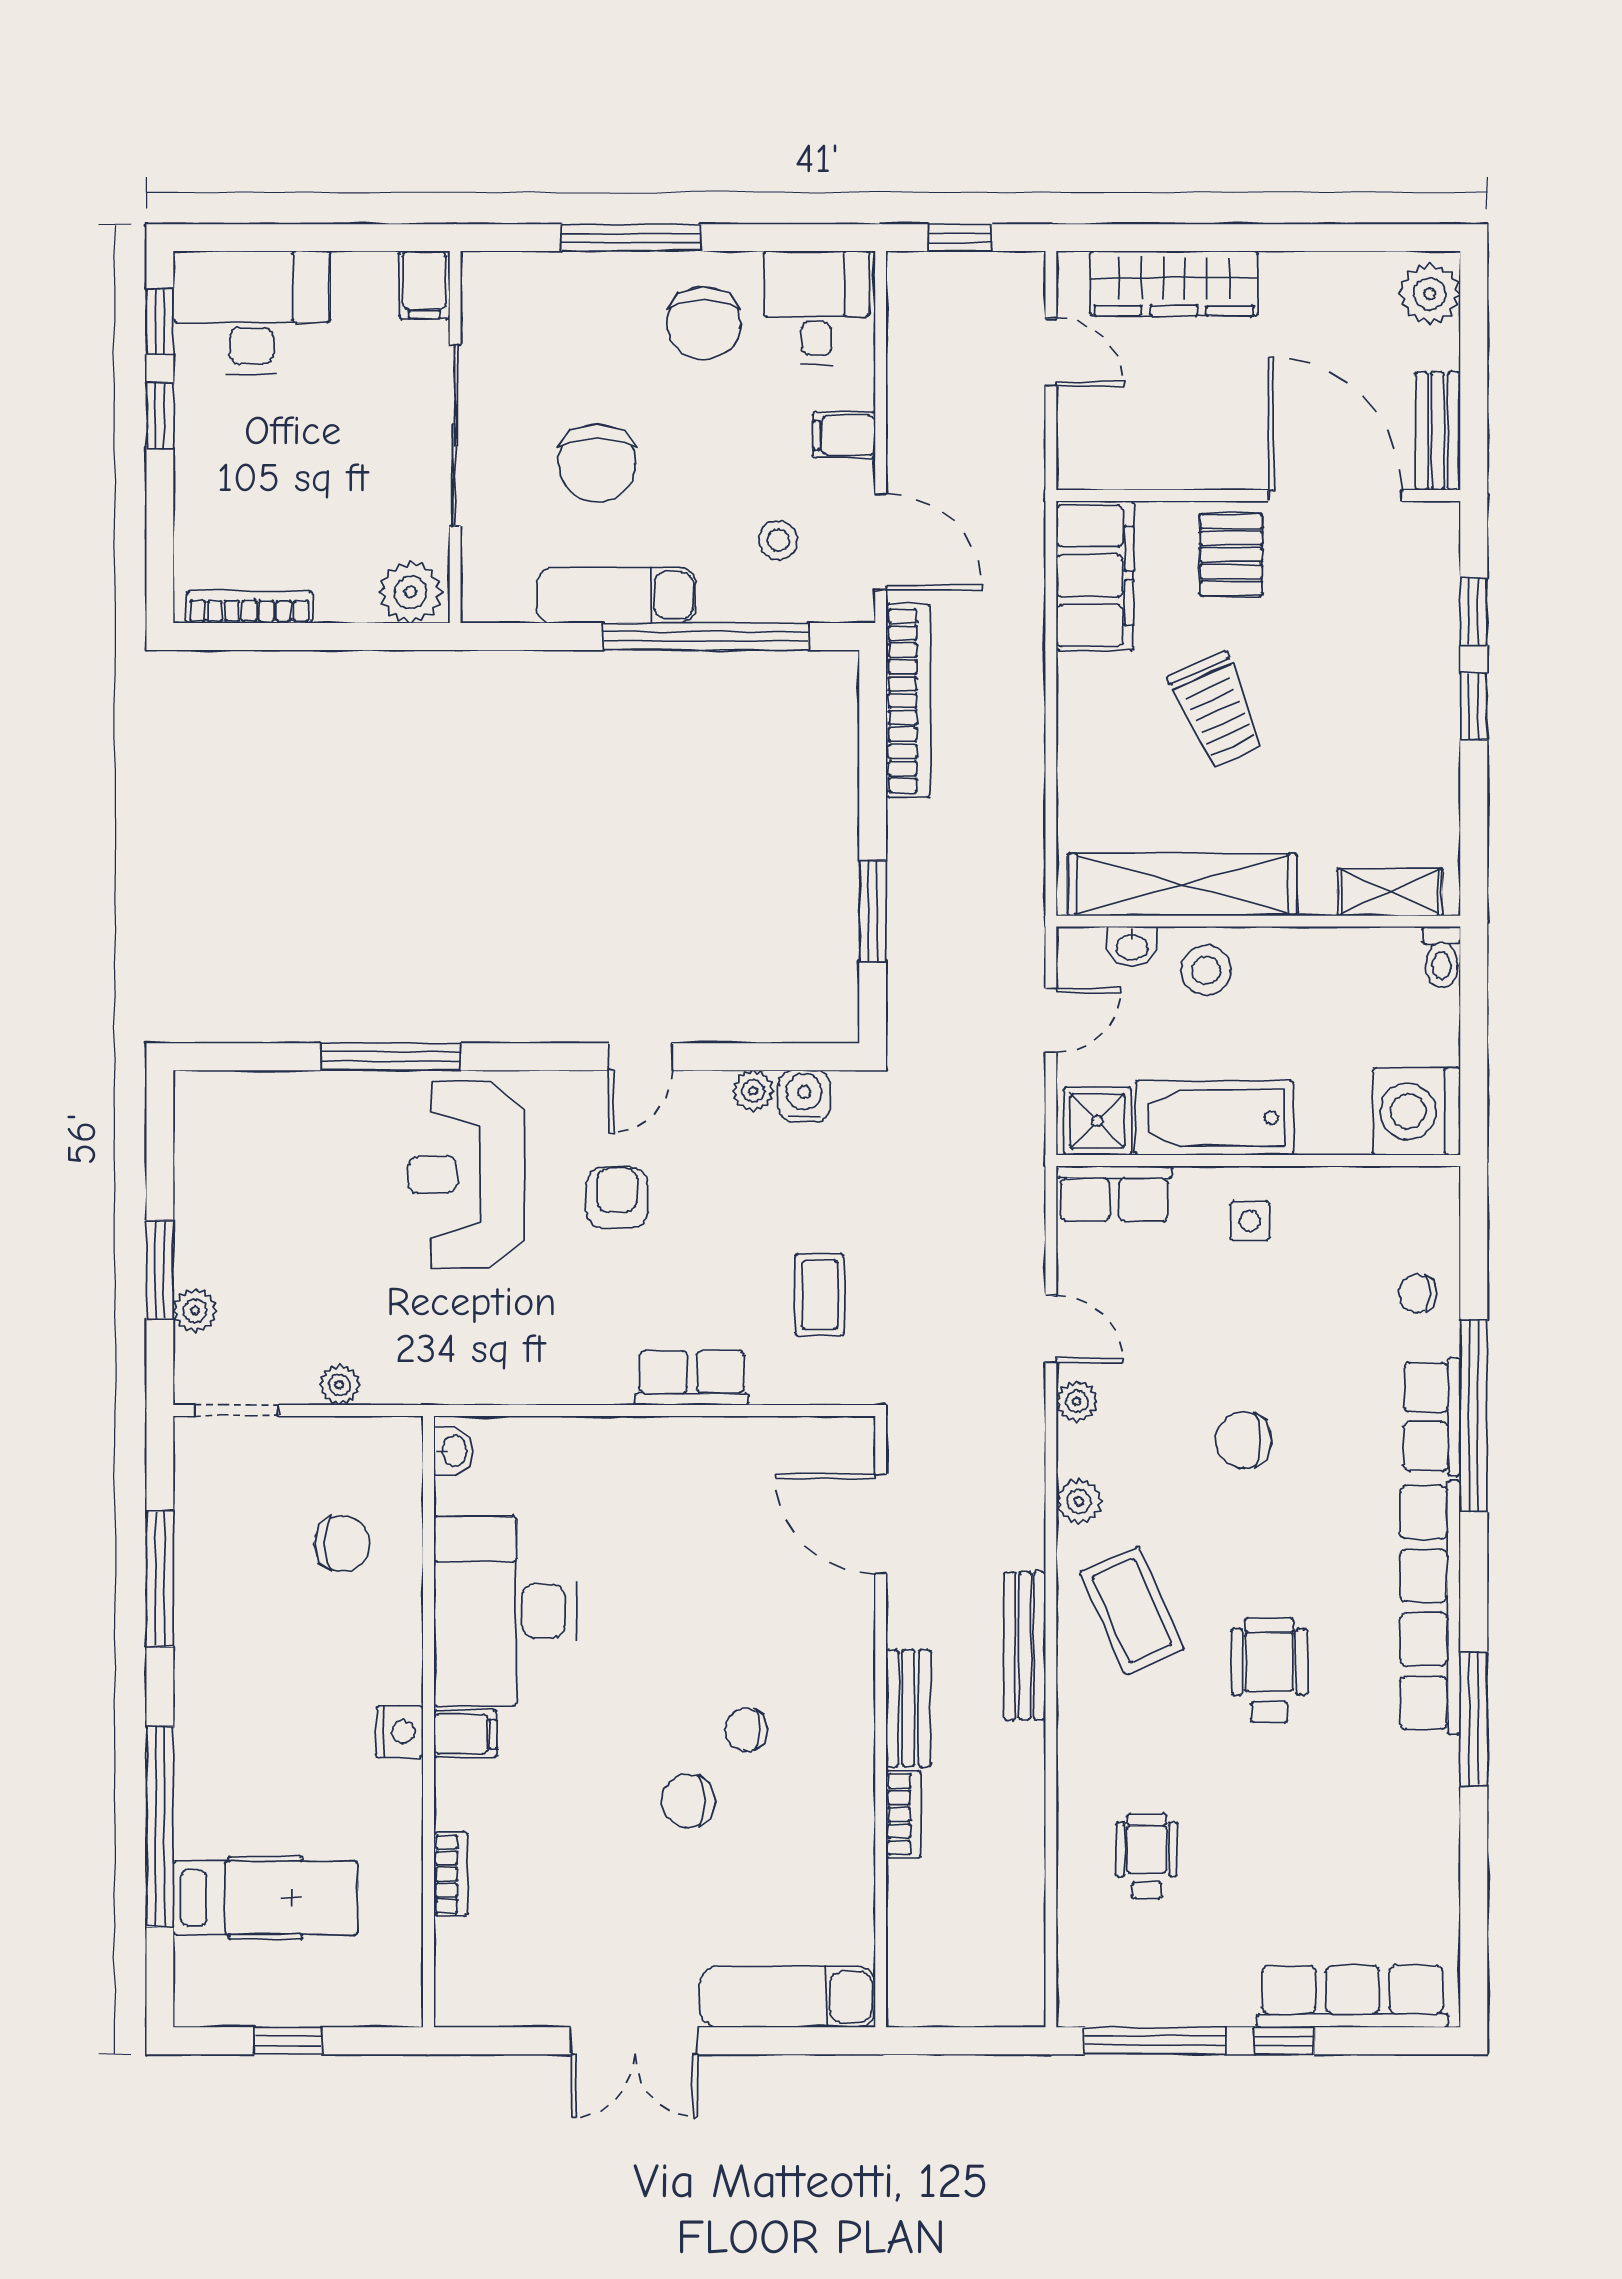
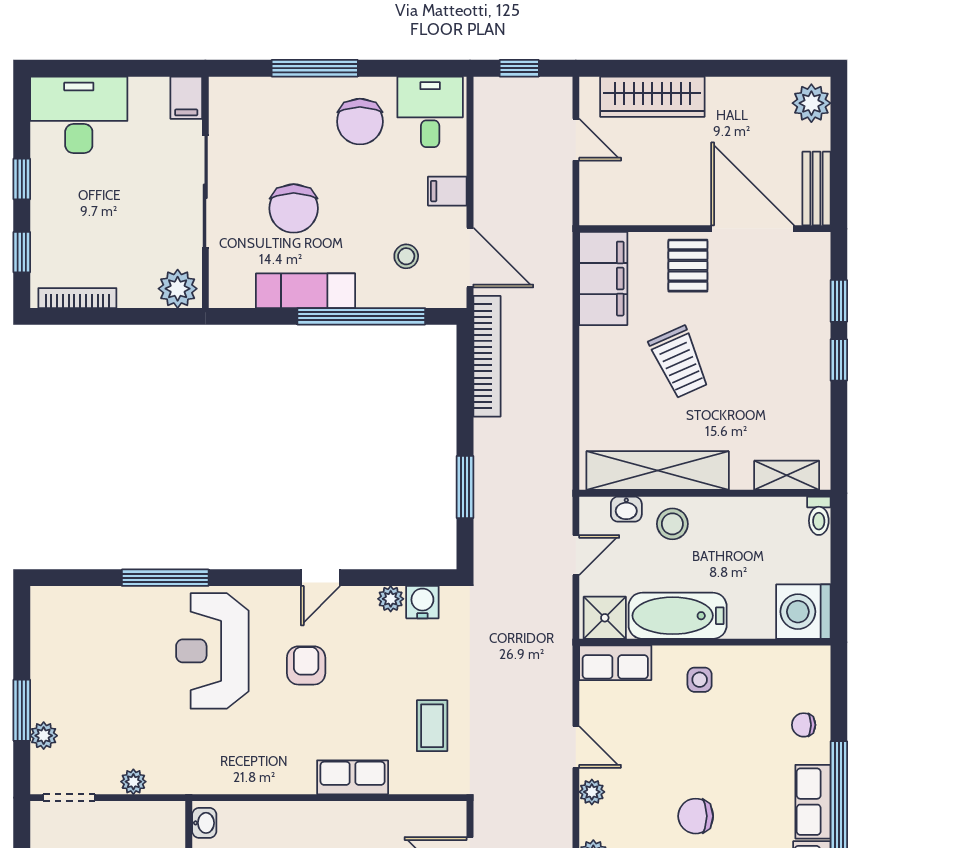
window: (160, 322) -> (22, 252), moved

